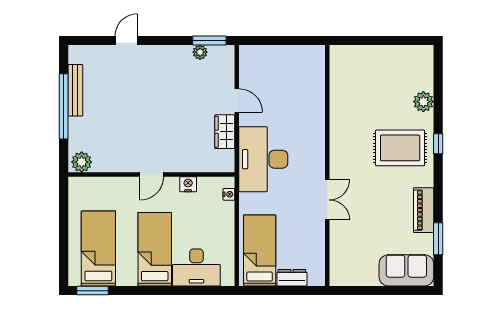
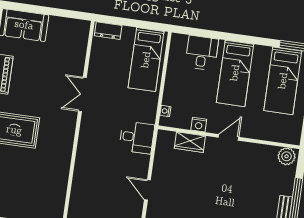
wardrobe: (225, 132) -> (190, 142), moved, turned 90
desk: (263, 159) -> (137, 137), width x0.53, depth x0.77
desk: (196, 267) -> (202, 53), width x0.73
dresser: (292, 278) -> (108, 31), moved

